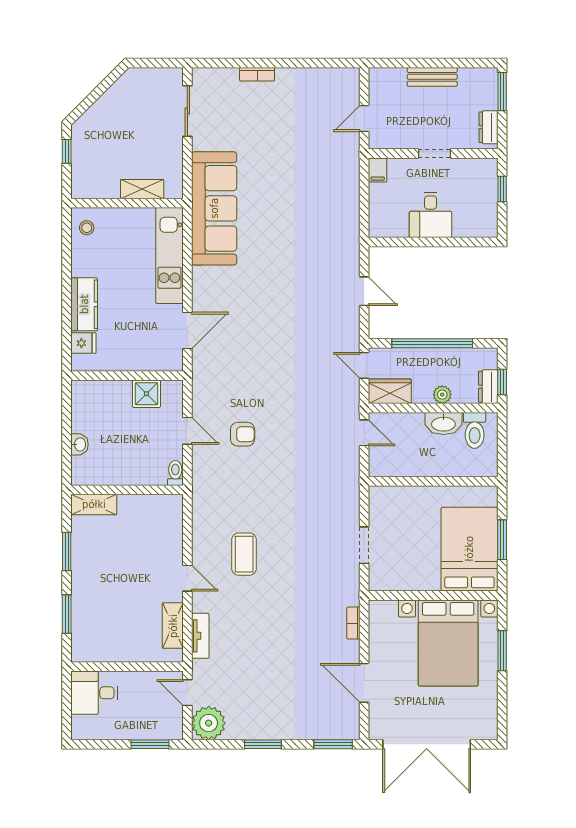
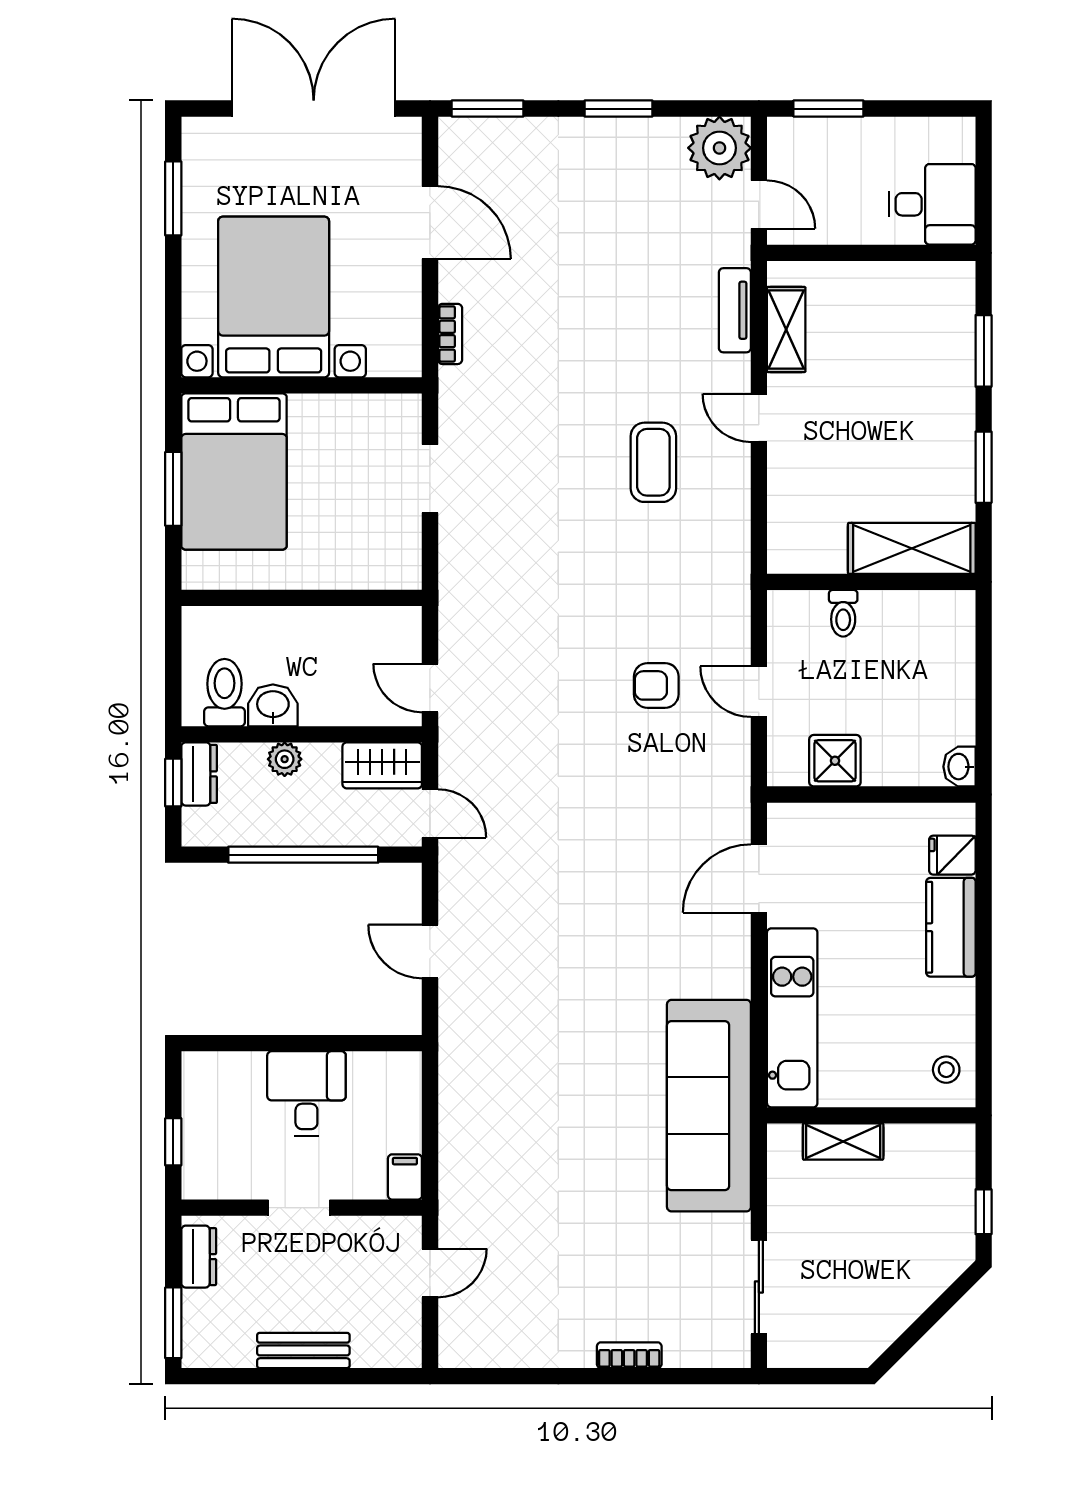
washbasin: (443, 423) -> (273, 705), width x0.72
washbasin: (80, 444) -> (959, 767), moved
toilet: (175, 473) -> (843, 613), moved
shelving: (94, 504) -> (912, 548), width x1.50, depth x1.33
window: (502, 651) -> (173, 198), moved

